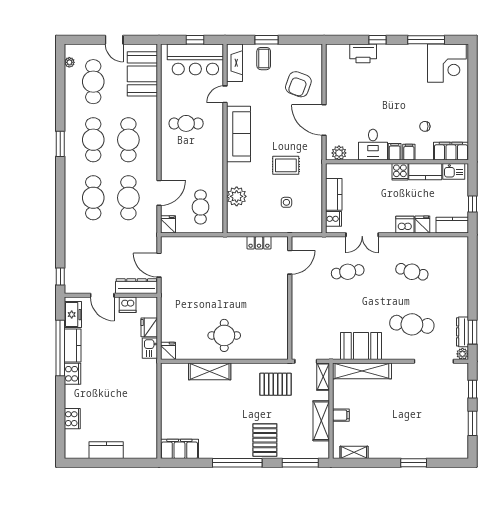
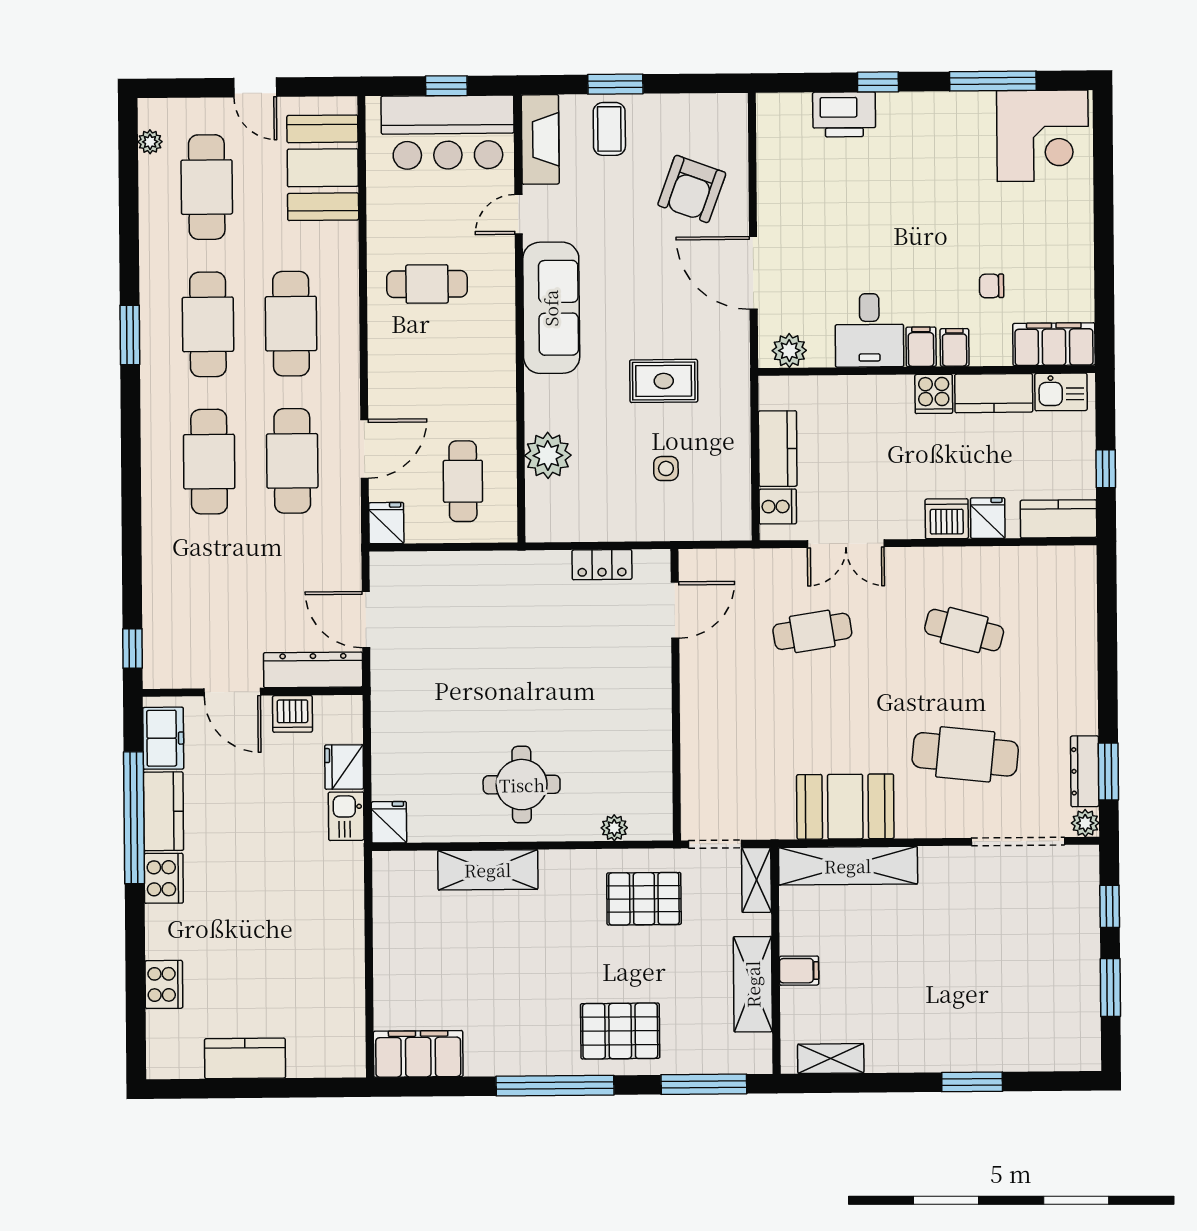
plant: (263, 354) -> (614, 828), added
pallet: (265, 440) -> (620, 1031), turned 90

